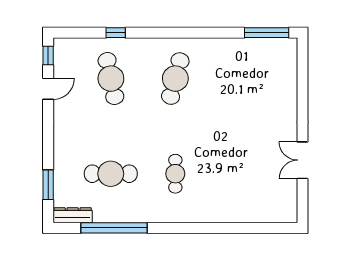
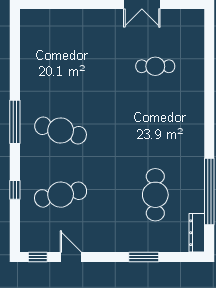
window: (267, 33) -> (15, 122), moved
cafe table: (175, 174) -> (155, 66), moved
window: (48, 185) -> (144, 257), moved

